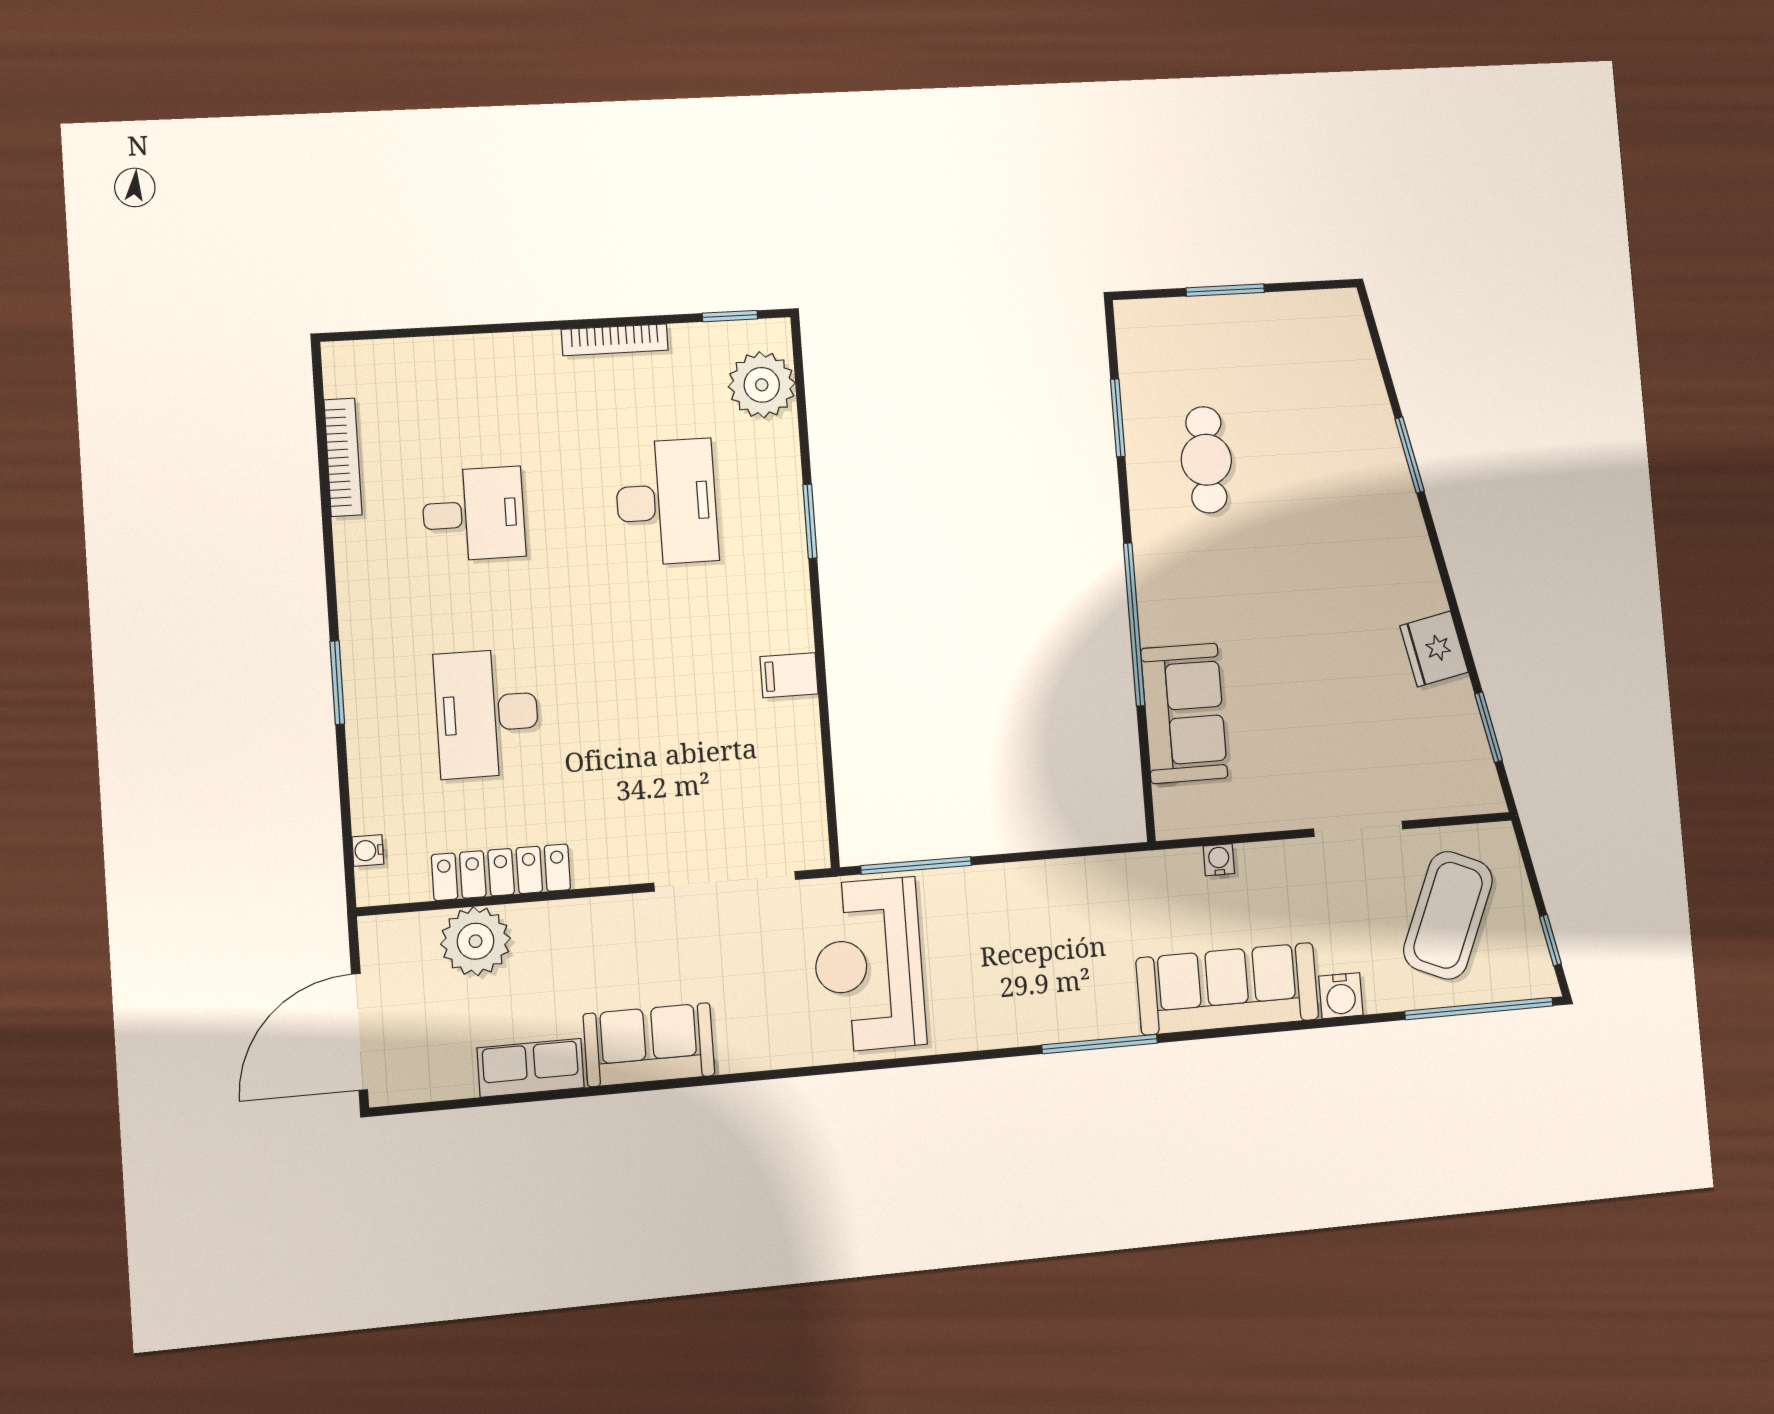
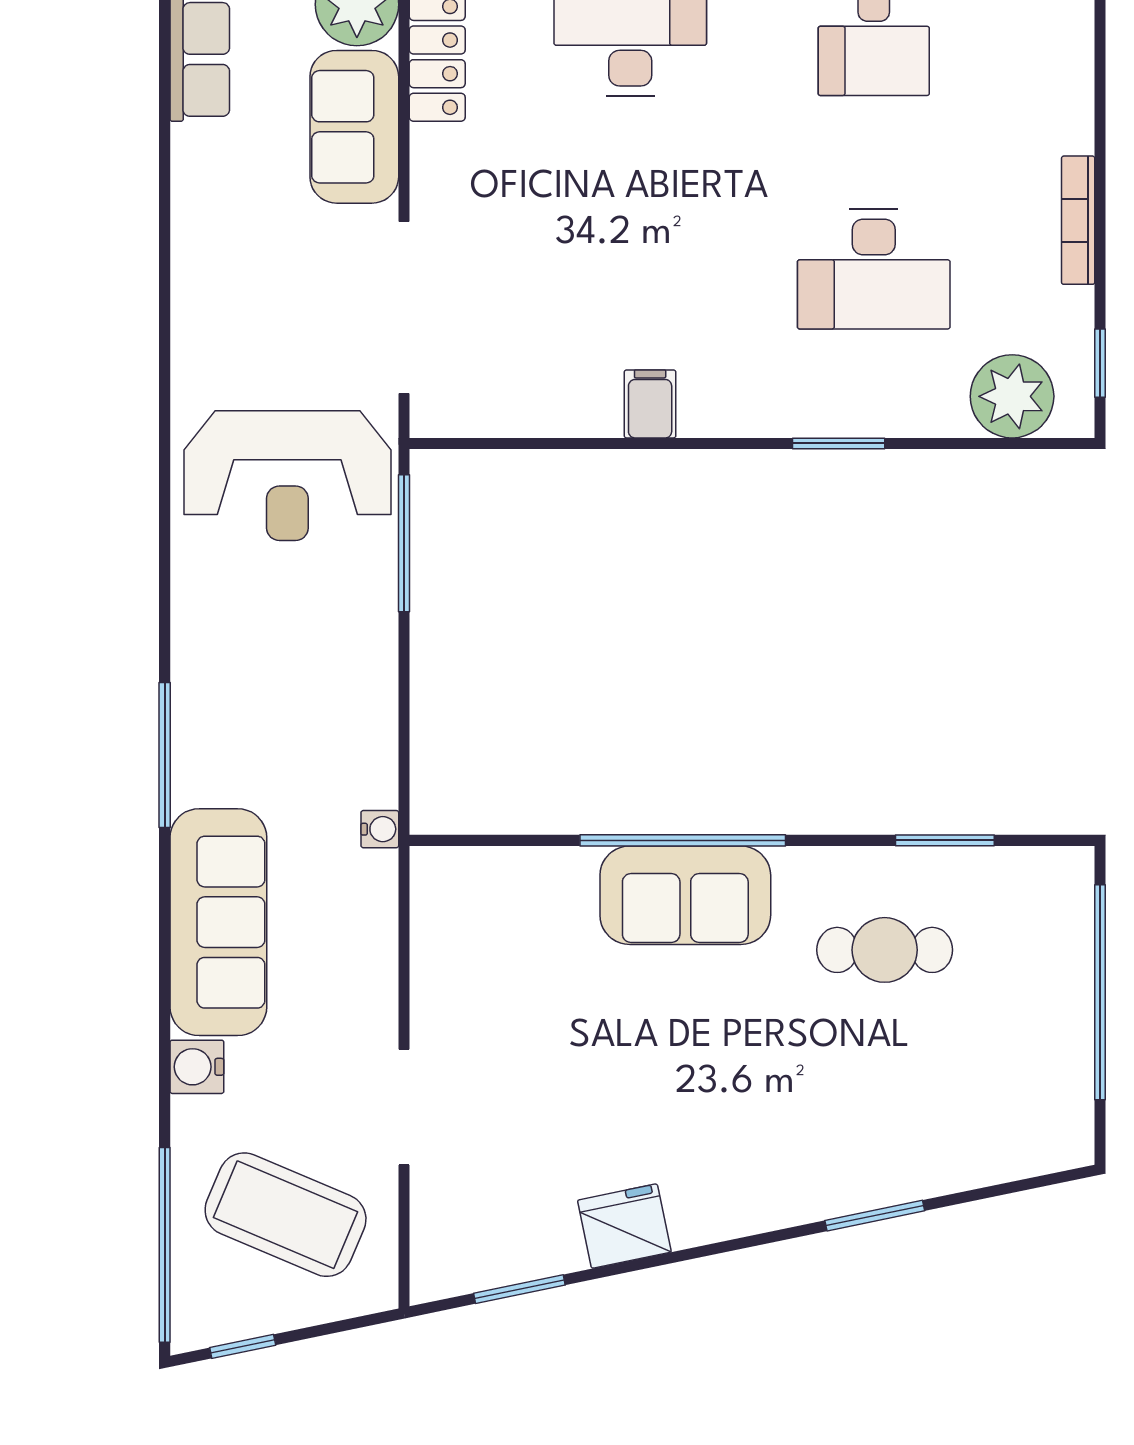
window: (1225, 290) -> (1100, 992), width x2.11
sofa: (1184, 713) -> (685, 895), moved
water cooler: (1219, 860) -> (380, 829), moved
reception desk: (869, 965) -> (287, 476), turned 180
sofa: (649, 1045) -> (354, 127), moved, turned 180

